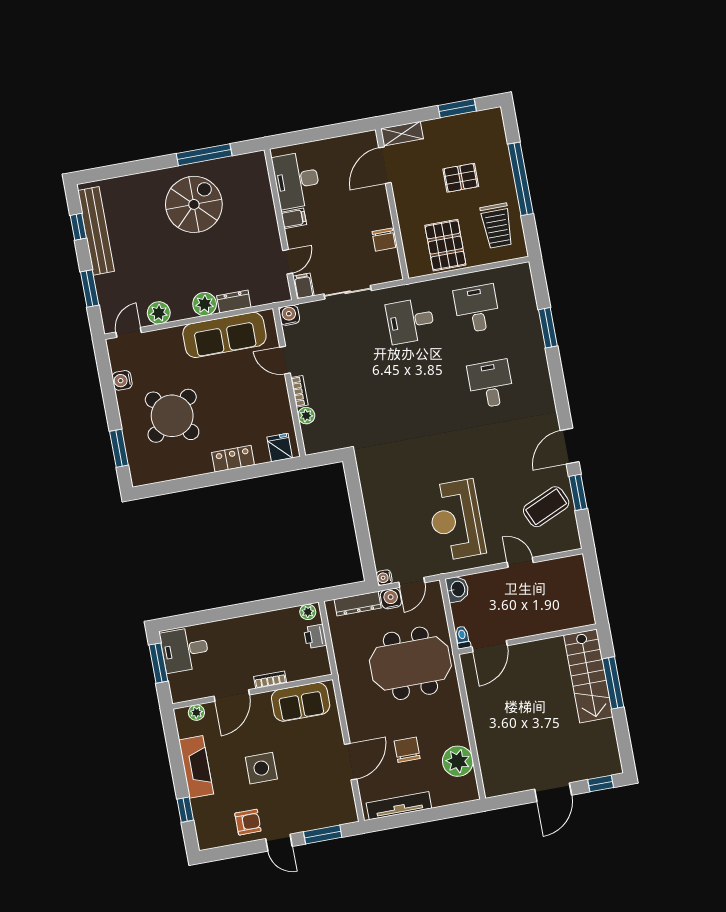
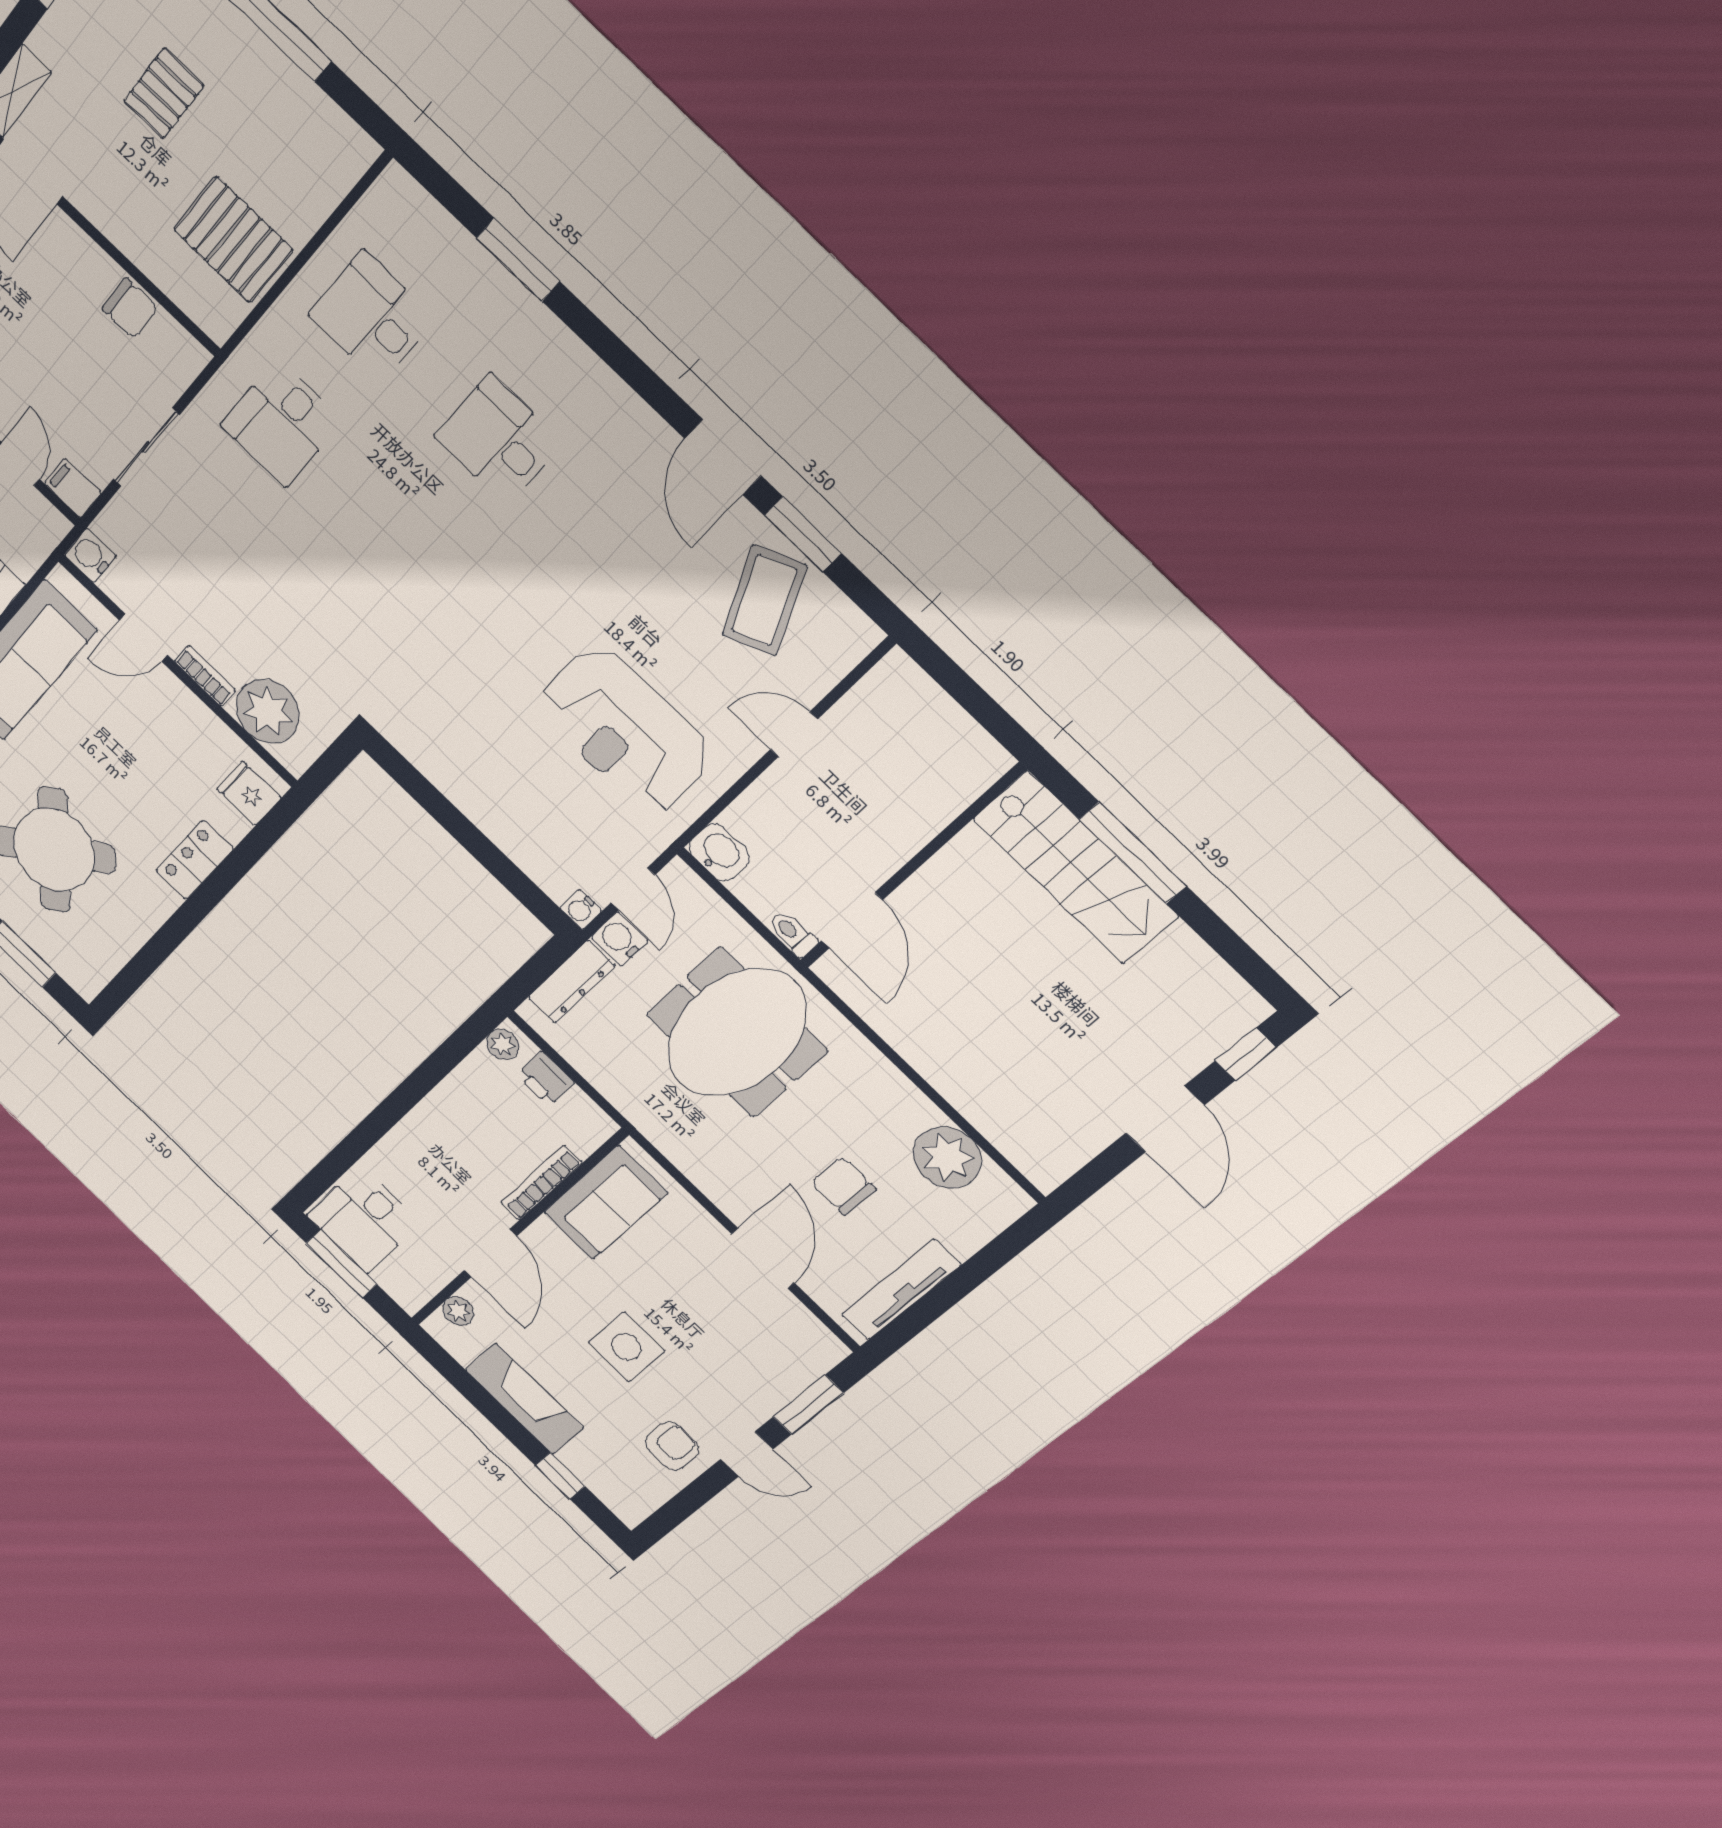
trolley: (497, 226) -> (289, 134), removed
plant: (306, 416) -> (268, 711), width x1.88, depth x1.88
bookcase: (270, 680) -> (541, 1183), width x1.56

